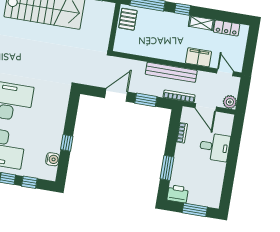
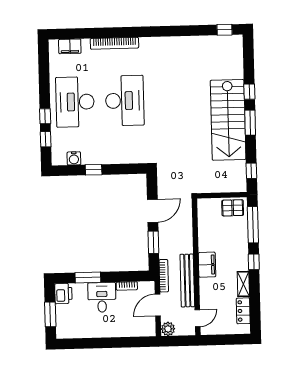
filing cabinet: (199, 57) -> (207, 265), moved
bench: (171, 72) -> (187, 281), moved
door: (116, 95) -> (153, 211), hinge flipped
desk: (215, 147) -> (102, 297), moved, turned 180

